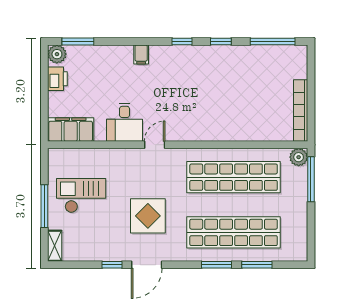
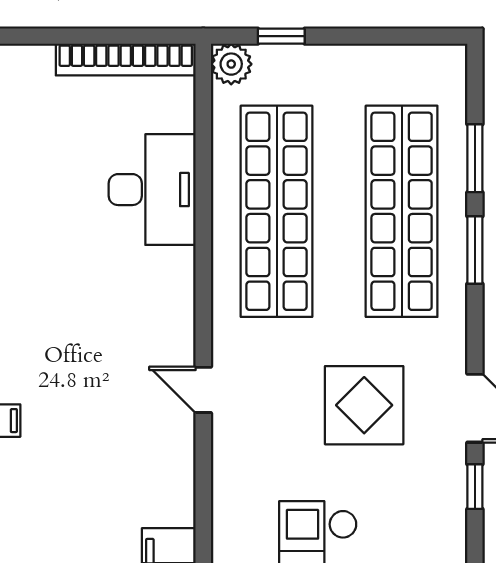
desk: (125, 122) -> (152, 190), moved, width x1.37
window: (311, 179) -> (281, 36), width x0.46

